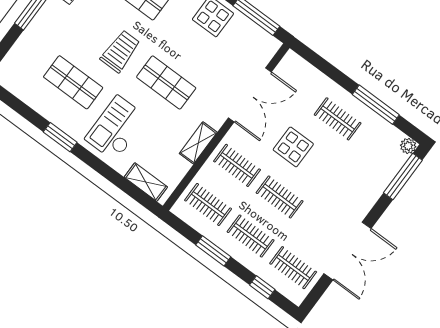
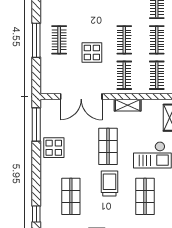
trolley: (120, 51) -> (109, 183), turned 90
double door: (250, 95) -> (81, 97), swing flipped
window: (376, 105) -> (36, 40), moved

